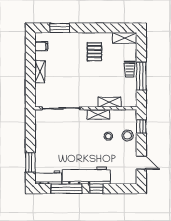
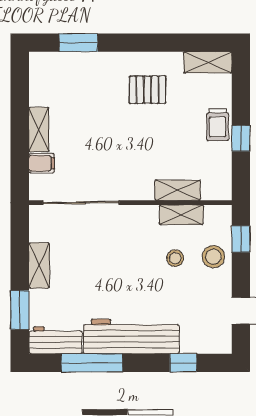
filing cabinet: (41, 46) -> (42, 163), moved
pallet: (94, 52) -> (147, 90), turned 90
window: (141, 76) -> (241, 138), width x0.46
shelving: (98, 114) -> (181, 215), moved
shelving: (40, 140) -> (39, 265), added
window: (96, 189) -> (183, 363), moved

